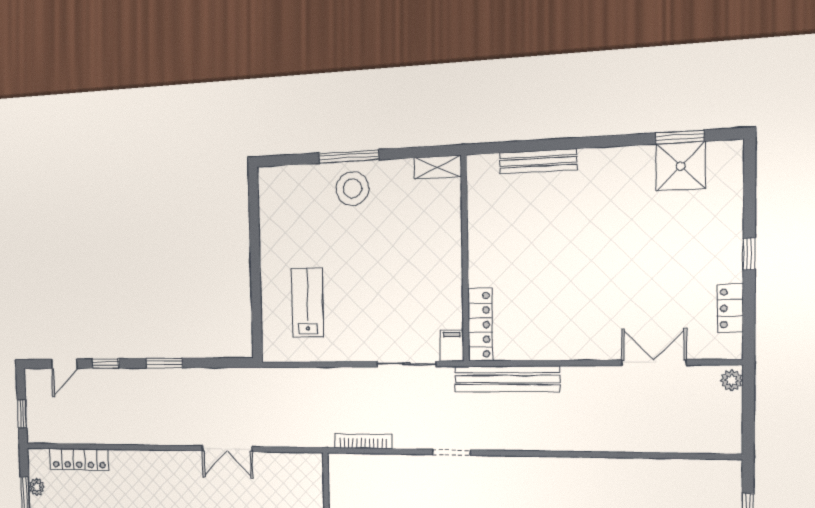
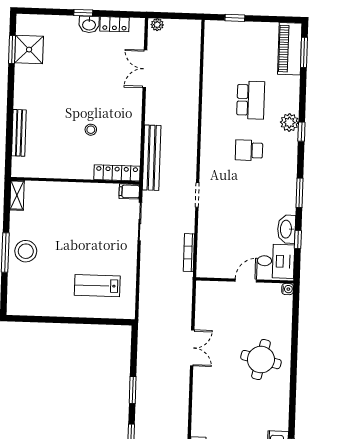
washbasin: (729, 265) -> (89, 24), added
stool: (548, 279) -> (91, 130), added

